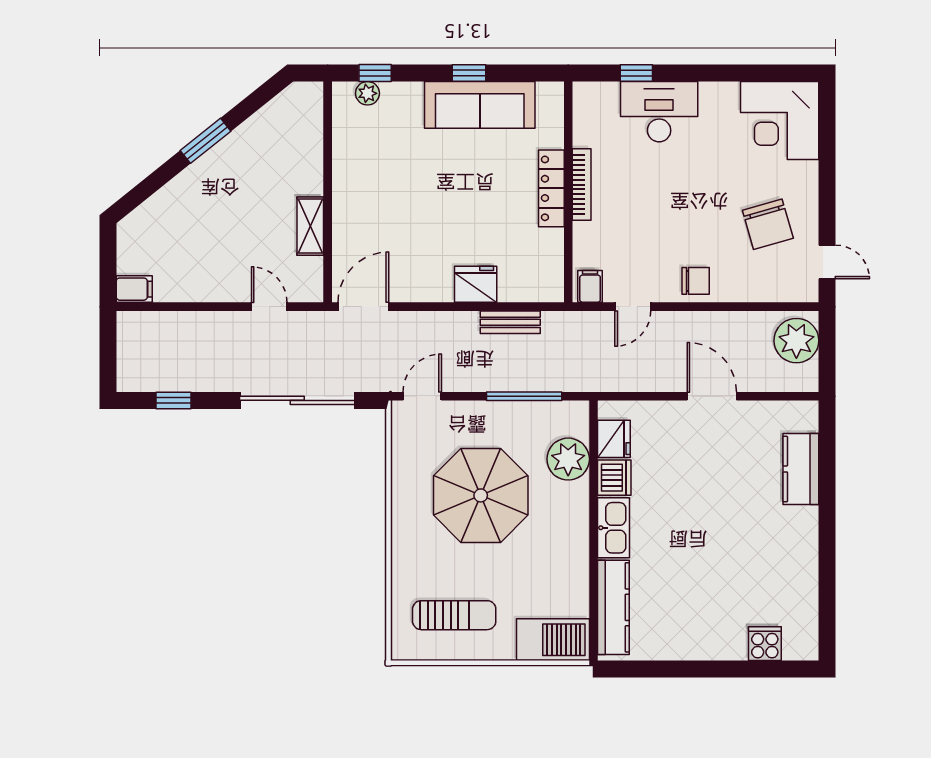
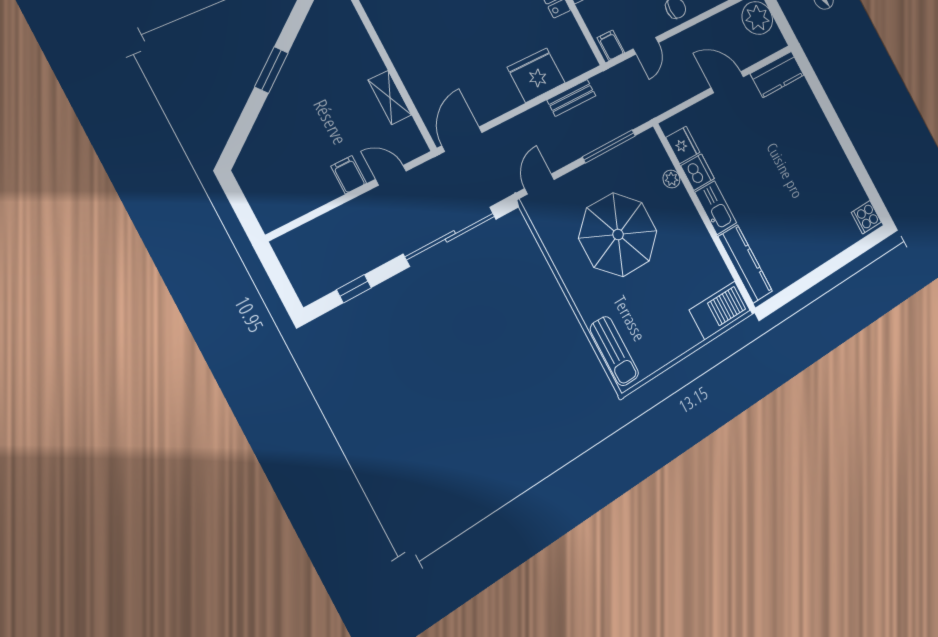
fridge: (476, 284) -> (536, 75), width x1.36, depth x1.34
filing cabinet: (134, 289) -> (349, 175), moved, turned -90
plant: (568, 459) -> (671, 179), width x0.53, depth x0.53
kitchen counter: (801, 469) -> (777, 74), moved, turned -90
sun lounger: (454, 615) -> (614, 351), moved, turned 90
cooker: (765, 644) -> (866, 217), moved, turned -90

